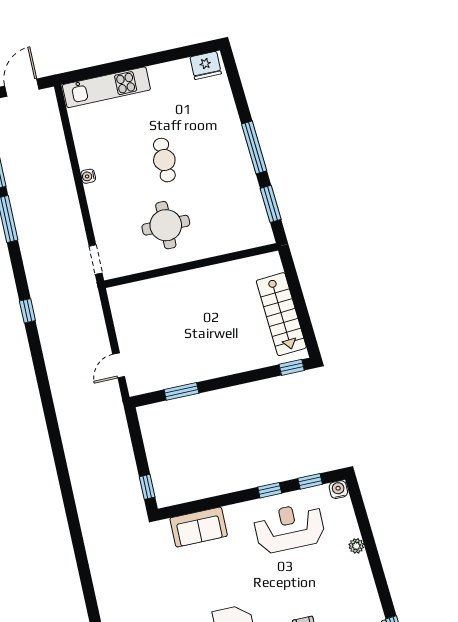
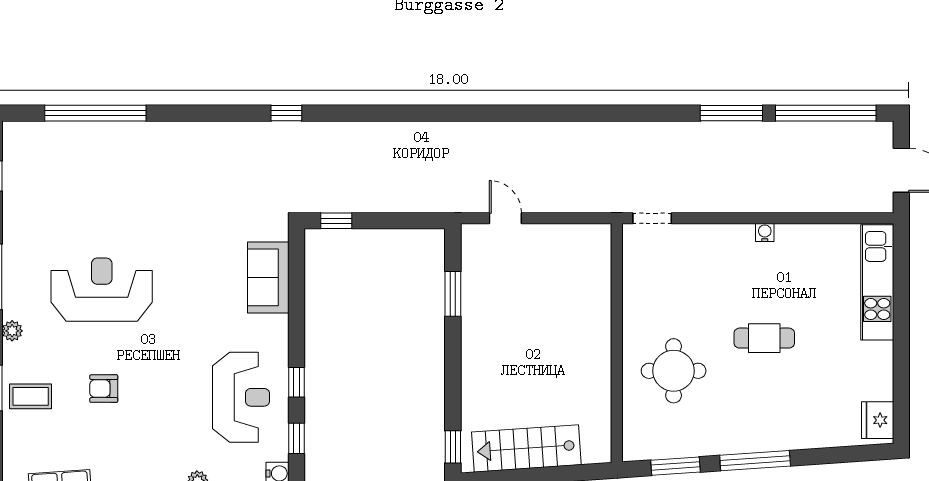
round table: (166, 225) -> (674, 371), moved
window: (27, 311) -> (286, 113), moved

